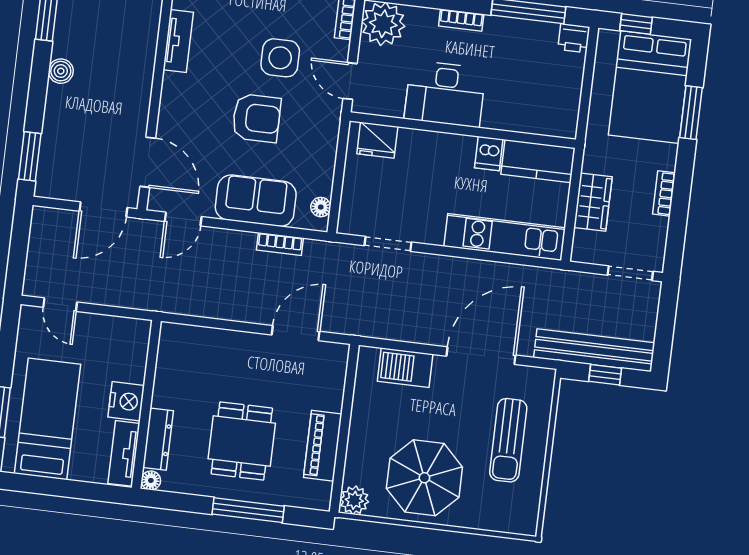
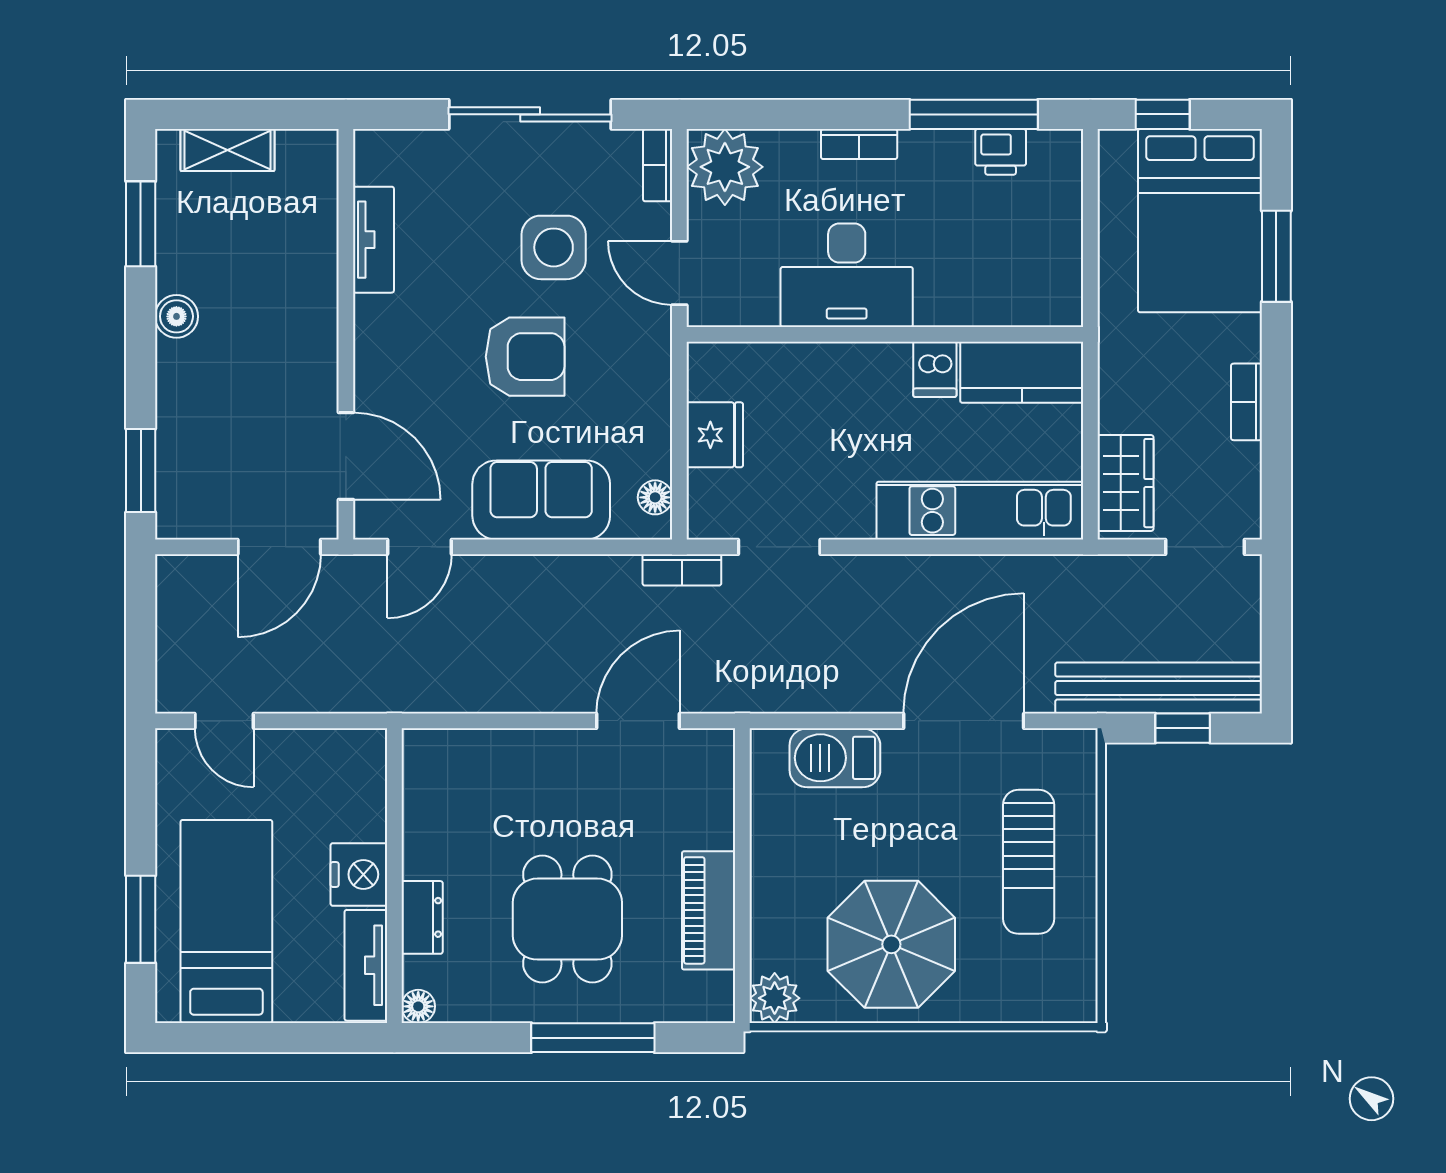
printer: (574, 38) -> (1001, 152), moved
fridge: (377, 140) -> (715, 435), moved, turned -90
wardrobe: (593, 202) -> (1125, 483), moved
bookcase: (280, 244) -> (682, 570), moved
dresser: (158, 439) -> (422, 917), width x0.70

